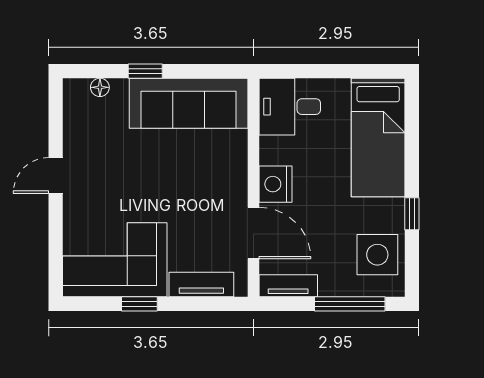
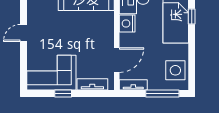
nightstand: (275, 184) -> (127, 24), moved
window: (412, 214) -> (192, 17), moved
door: (253, 233) -> (117, 60), hinge flipped

